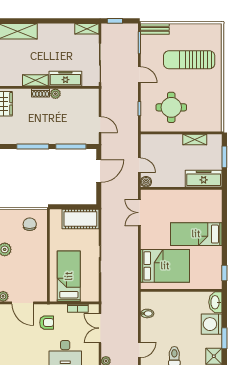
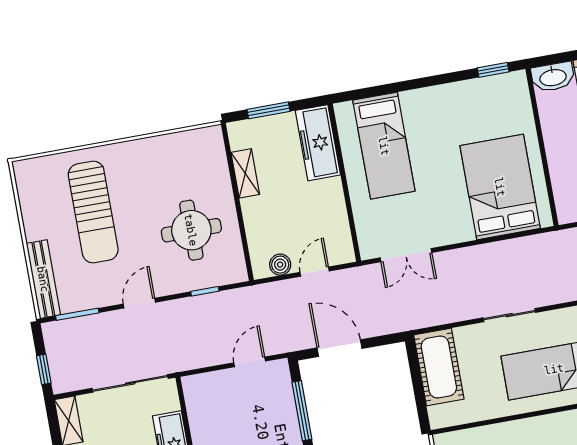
bench: (155, 29) -> (43, 279), width x1.36
boiler: (146, 182) -> (280, 265), moved
bed: (196, 234) -> (384, 146), moved

